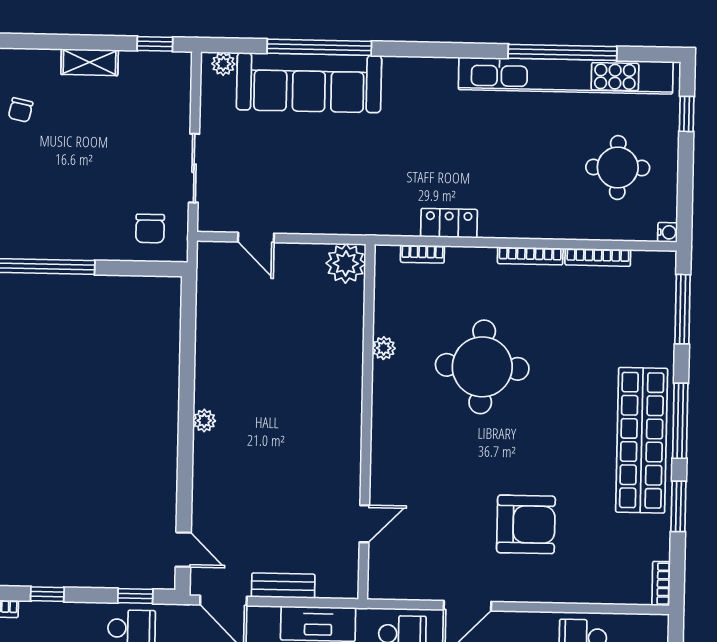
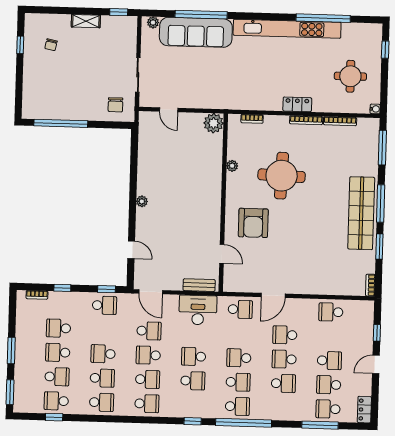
kitchen unit: (566, 76) -> (287, 29), moved
locker: (449, 223) -> (297, 104), moved
door: (364, 524) -> (222, 254), hinge flipped
armchair: (526, 524) -> (253, 223), moved, turned 90
door: (183, 550) -> (131, 250), moved
bench: (283, 586) -> (199, 285), moved

